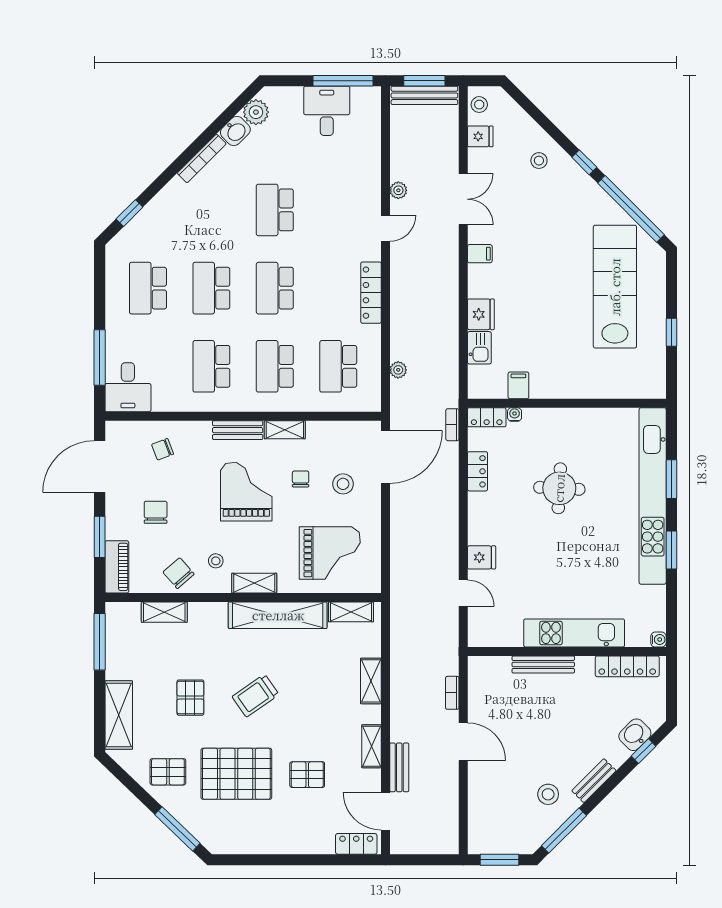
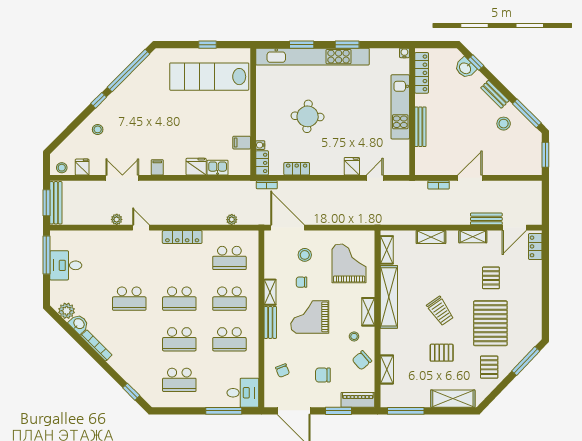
lab bench: (615, 287) -> (209, 77), moved

